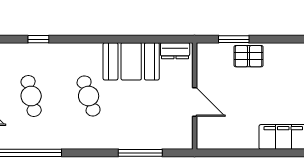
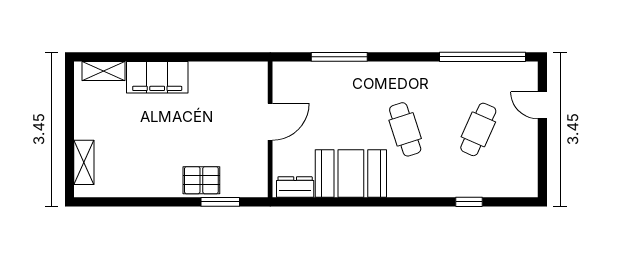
cafe table: (31, 96) -> (478, 129), turned 36
door: (195, 102) -> (270, 122), swing flipped

